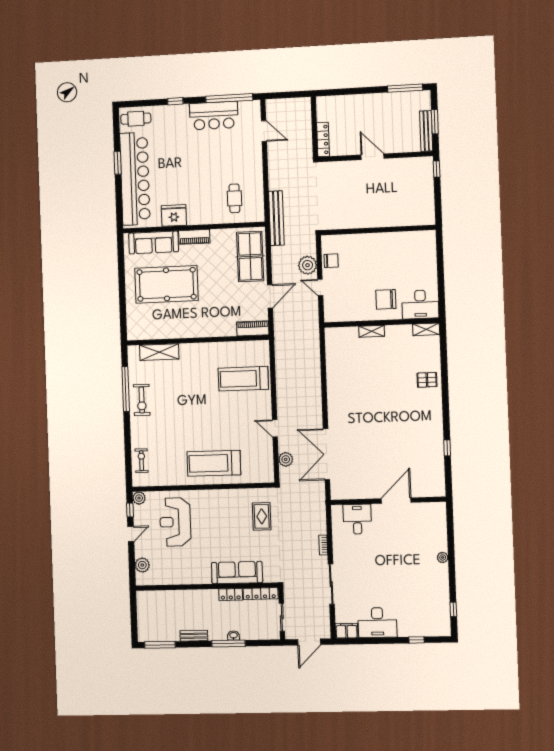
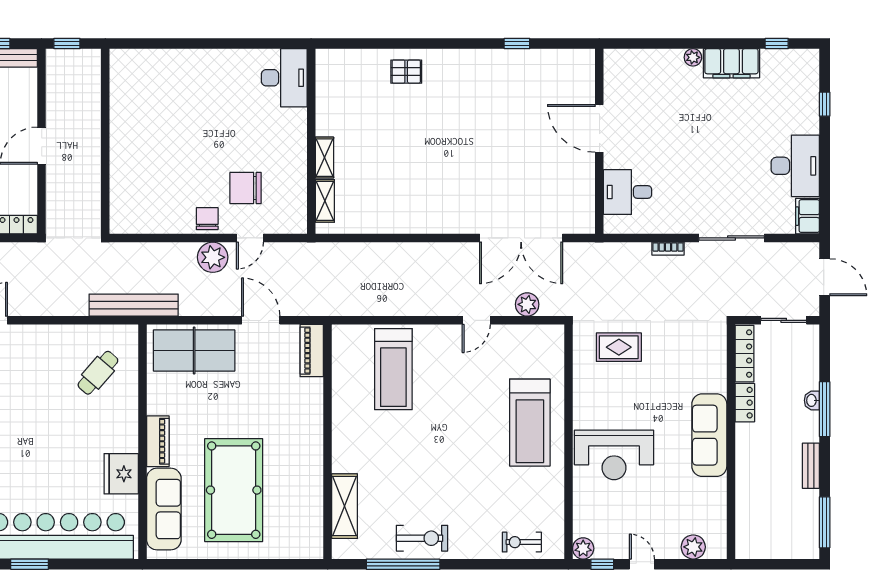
cafe table: (234, 198) -> (98, 373), turned -49
wall: (378, 230) -> (105, 141), moved
chair: (386, 299) -> (246, 188), moved, turned 90
shelving: (426, 329) -> (325, 201), moved
pallet: (427, 380) -> (406, 72), turned 90
reception desk: (175, 522) -> (614, 455), moved
sofa: (237, 573) -> (709, 435), moved
filing cabinet: (440, 581) -> (731, 63), added

